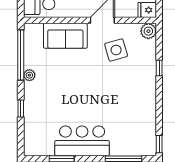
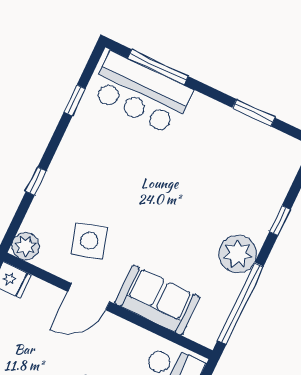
plant: (29, 75) -> (238, 254), width x1.88, depth x1.88
bar counter: (82, 141) -> (141, 93), moved
window: (159, 144) -> (75, 100), moved

